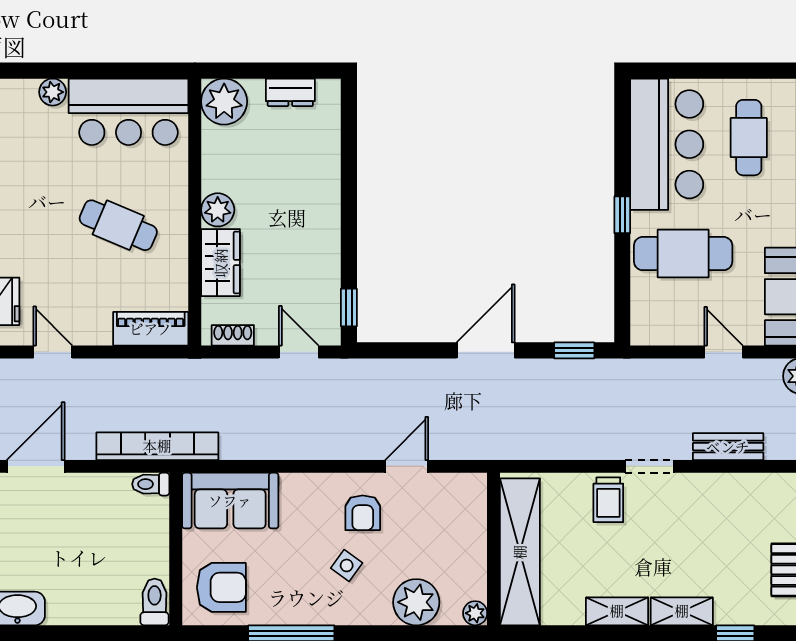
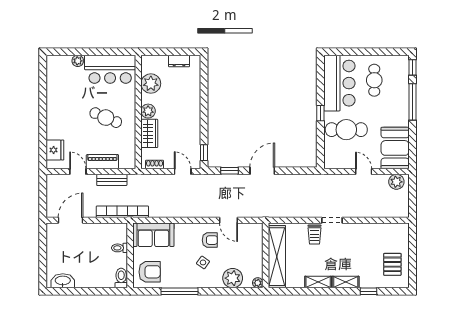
plant: (224, 102) -> (151, 84), moved
piano: (151, 329) -> (102, 162), moved
window: (574, 350) -> (230, 171), moved
bench: (728, 447) -> (112, 180), moved
door: (407, 466) -> (229, 220), swing flipped
toilet: (151, 484) -> (120, 248), moved
armchair: (363, 513) -> (210, 240), turned -90

